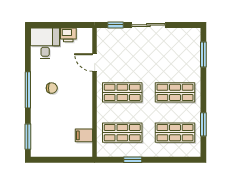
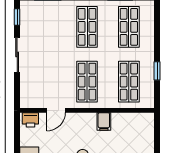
window: (115, 25) -> (17, 17), moved
printer: (68, 35) -> (30, 120), moved, turned 90
filing cabinet: (84, 135) -> (104, 121), moved

